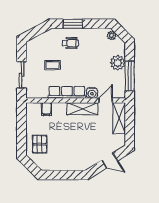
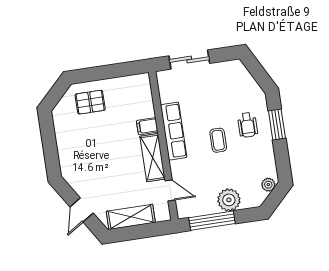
coffee table: (53, 65) -> (218, 140), moved
water cooler: (92, 93) -> (178, 168), removed
filing cabinet: (47, 109) -> (147, 126), moved
shelving: (119, 118) -> (131, 217), moved

